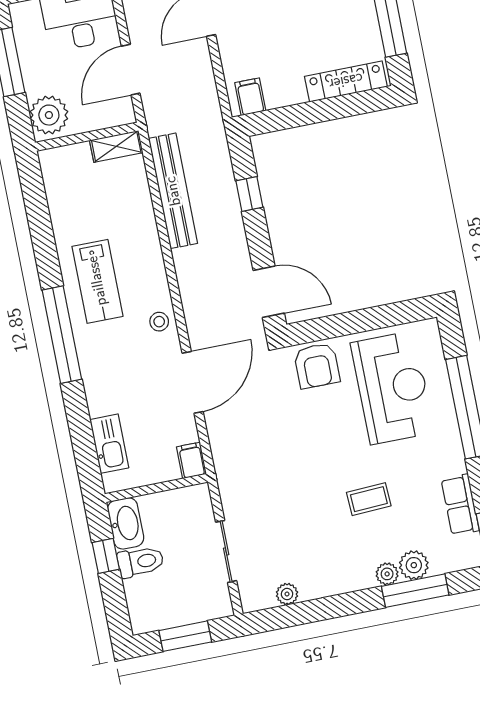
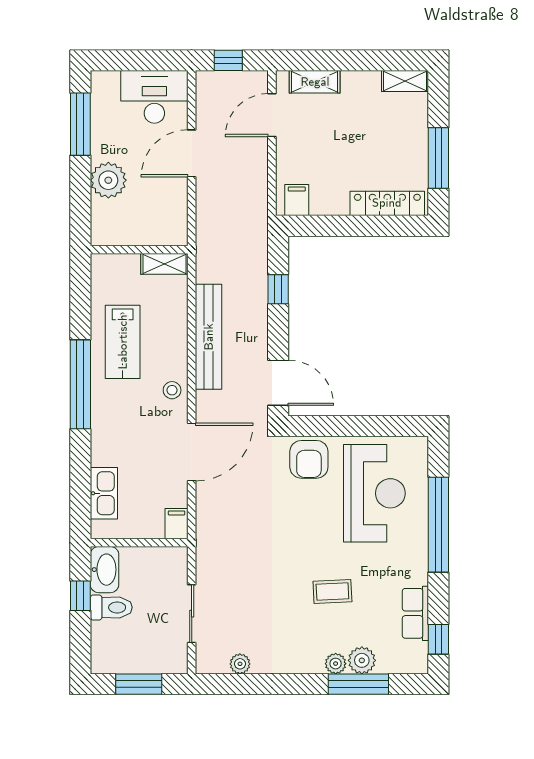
wall: (87, 137) -> (139, 250), moved
shelving: (116, 146) -> (164, 264), moved
bench: (173, 191) -> (209, 337), moved

